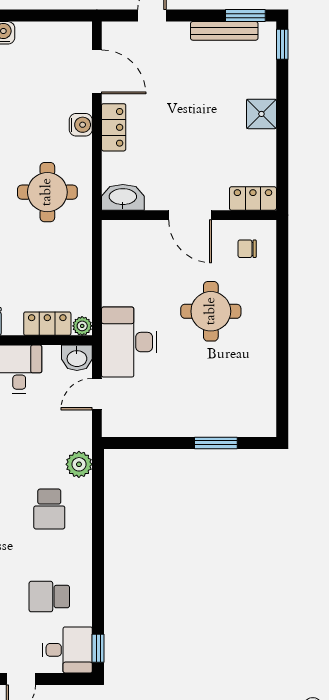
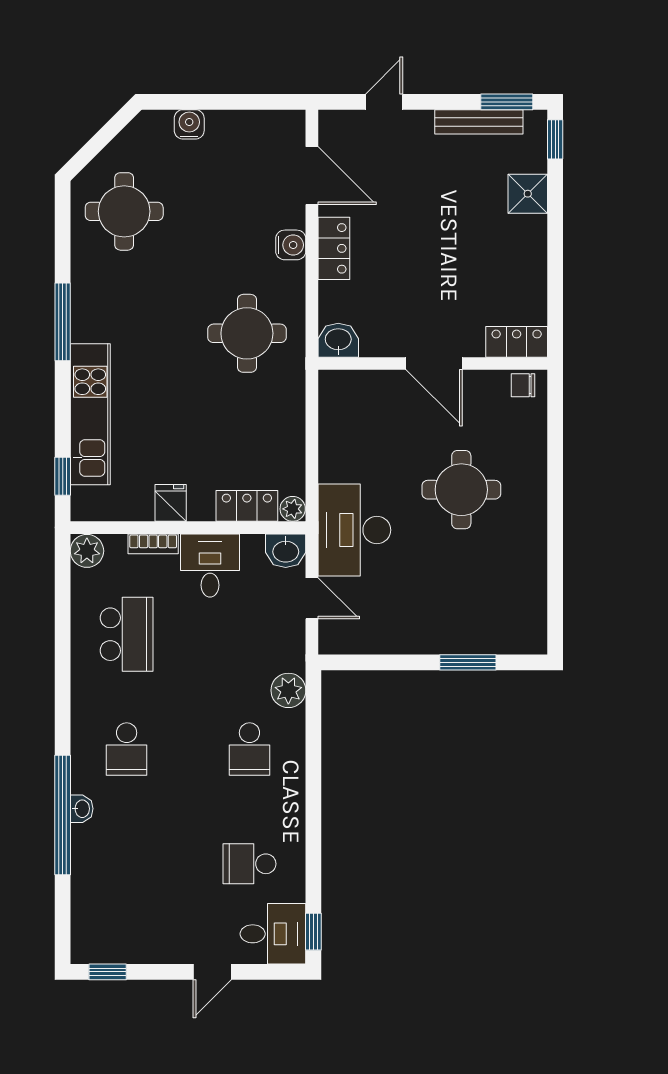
shower: (261, 114) -> (528, 194), moved
washbasin: (123, 197) -> (338, 340), width x0.72
chair: (247, 249) -> (523, 385), moved
door: (97, 394) -> (312, 598), swing flipped

